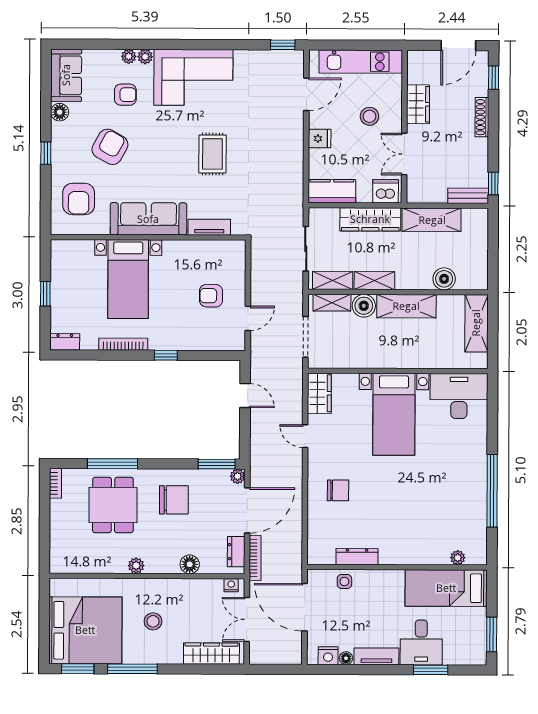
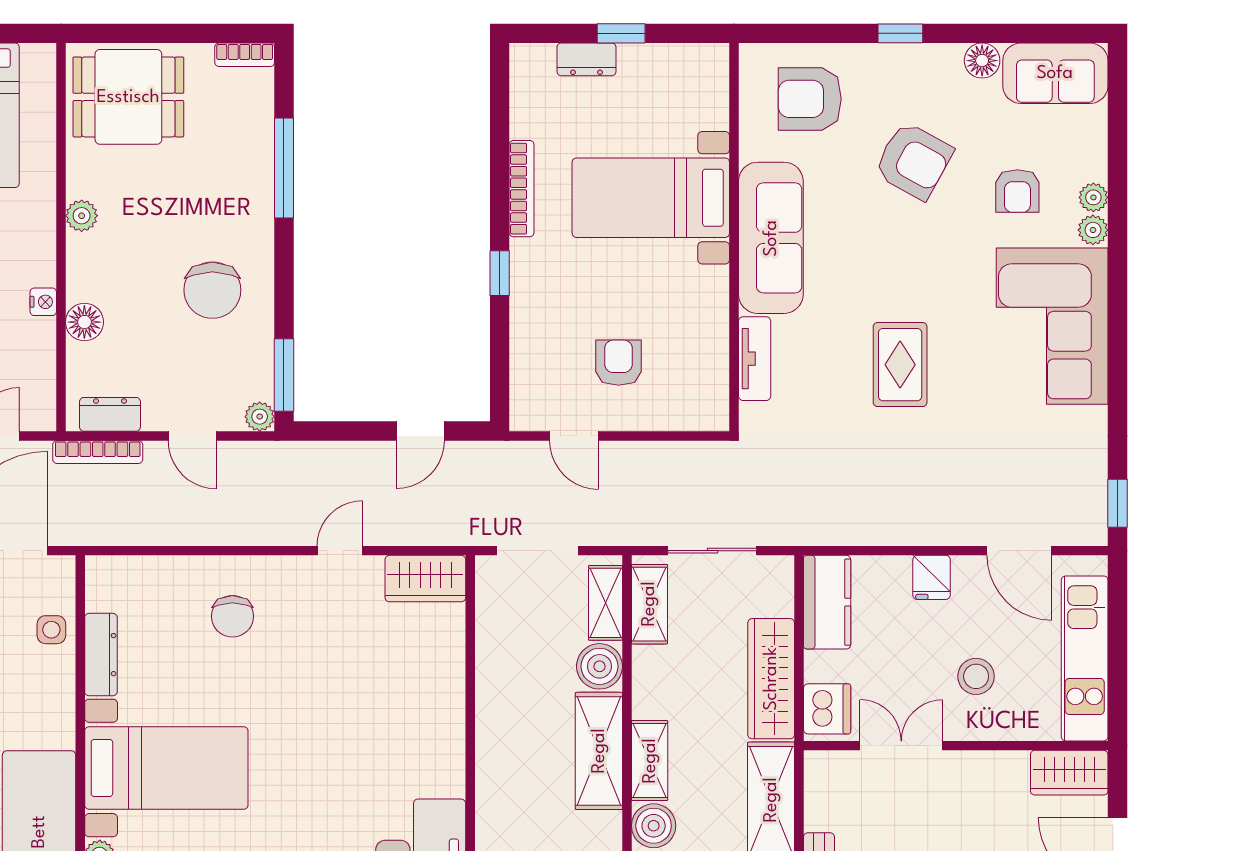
wardrobe: (418, 104) -> (1069, 773), moved
rug: (212, 154) -> (900, 365), turned 90
shelving: (374, 281) -> (650, 761), moved
dresser: (65, 342) -> (587, 59), moved, turned 90
bed with nightstands: (394, 414) -> (166, 768), moved, turned 180
dining table: (113, 505) -> (128, 97), moved
door: (247, 510) -> (192, 436), width x0.53
nightstand: (231, 585) -> (43, 302), moved

